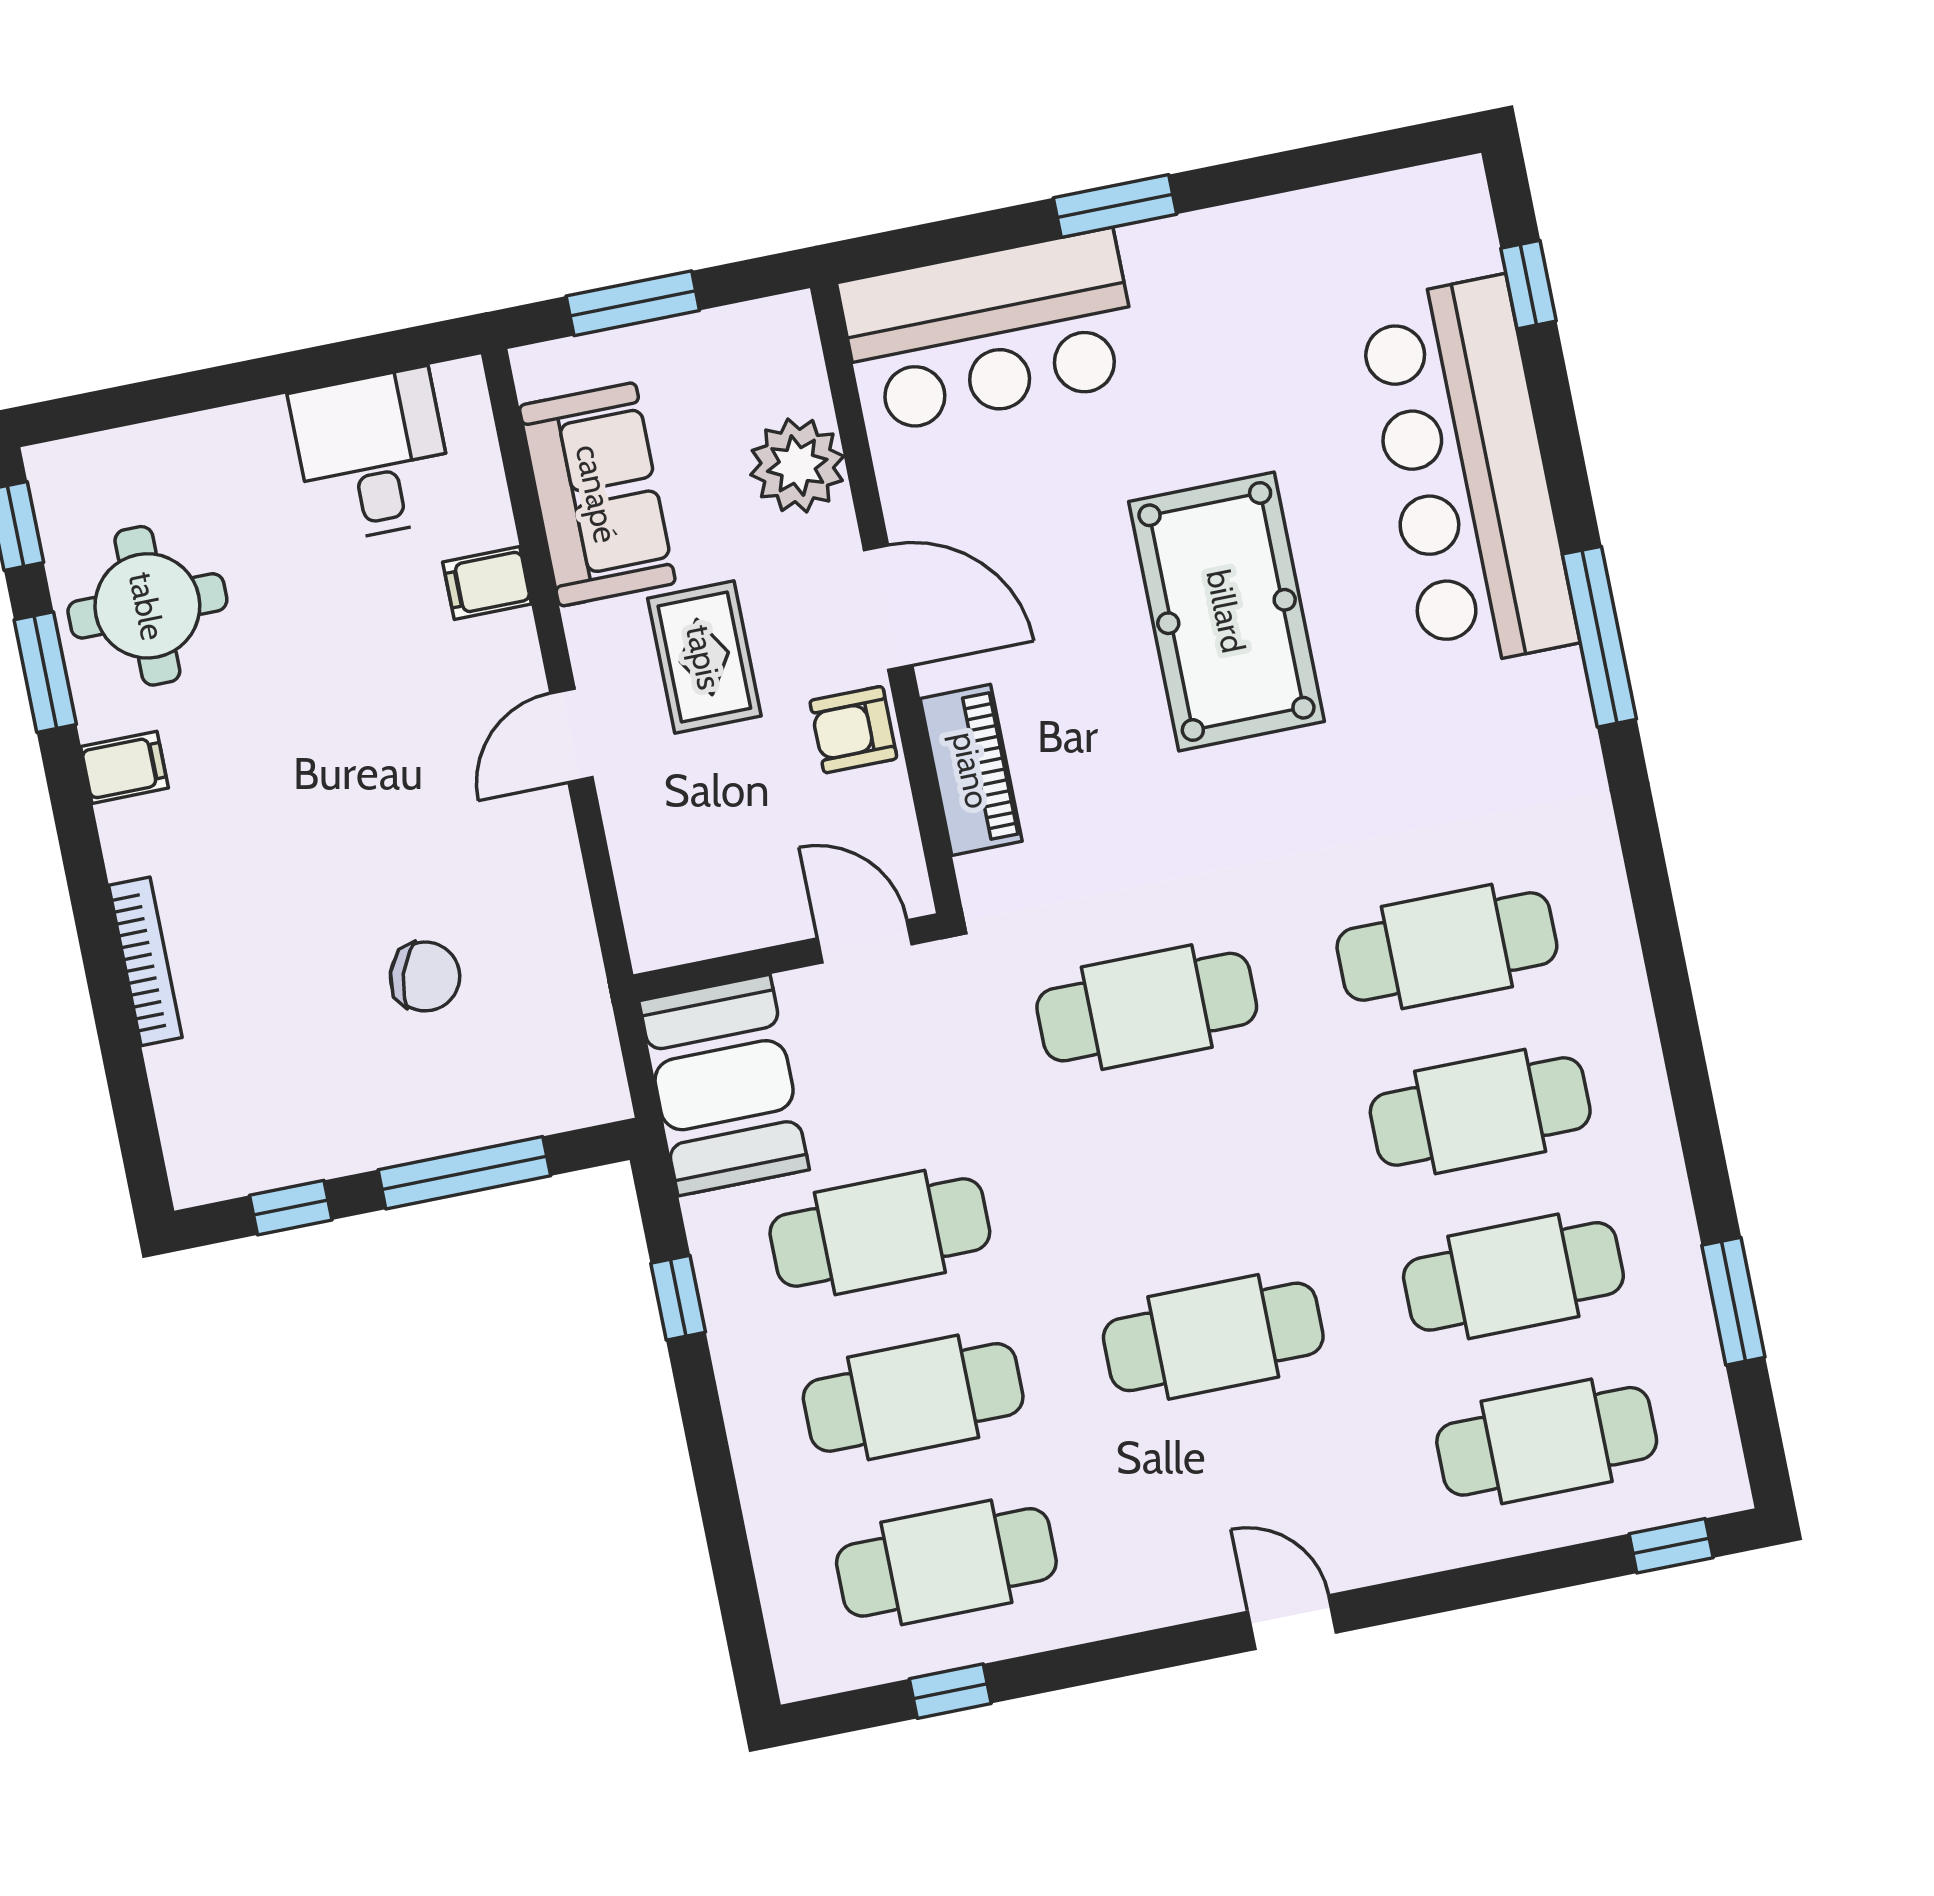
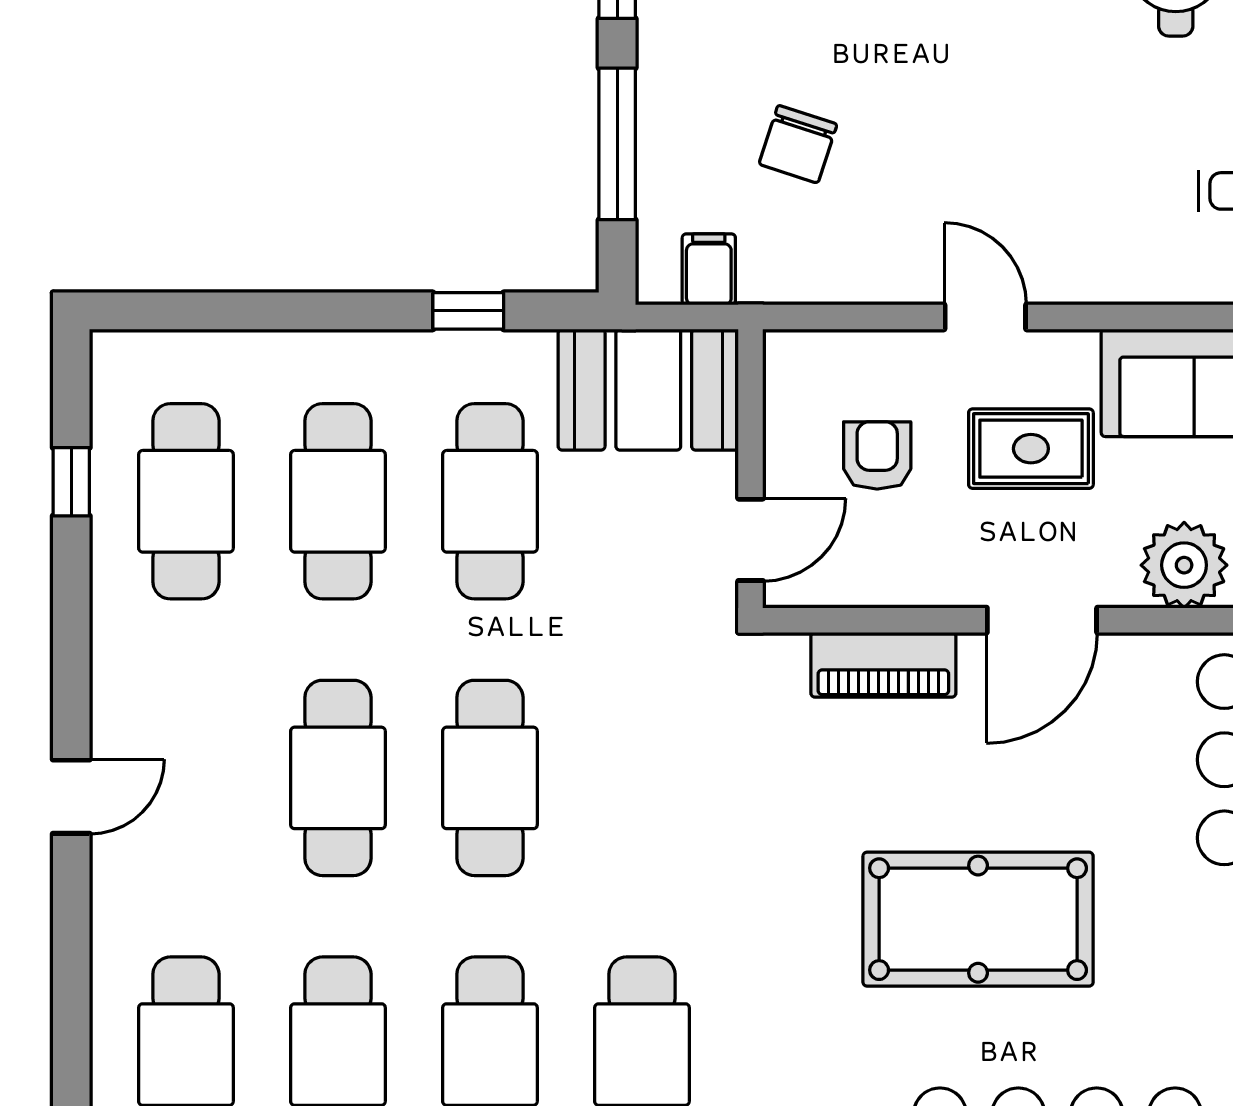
filing cabinet: (487, 583) -> (709, 269), moved
armchair: (853, 730) -> (877, 455), moved
cafe table: (1147, 1007) -> (490, 778), moved

